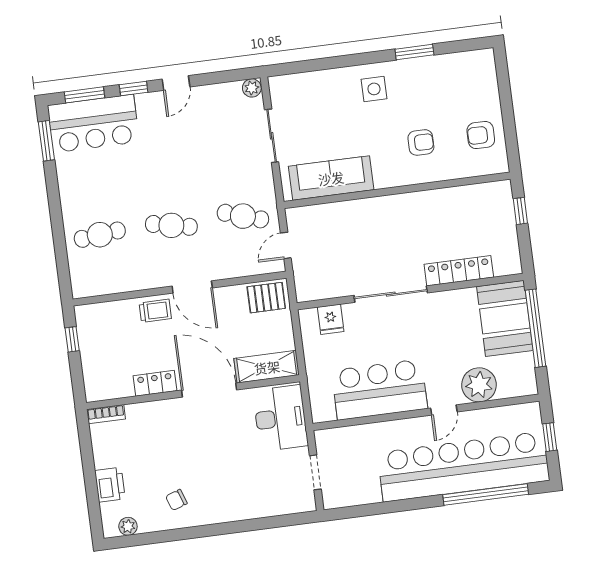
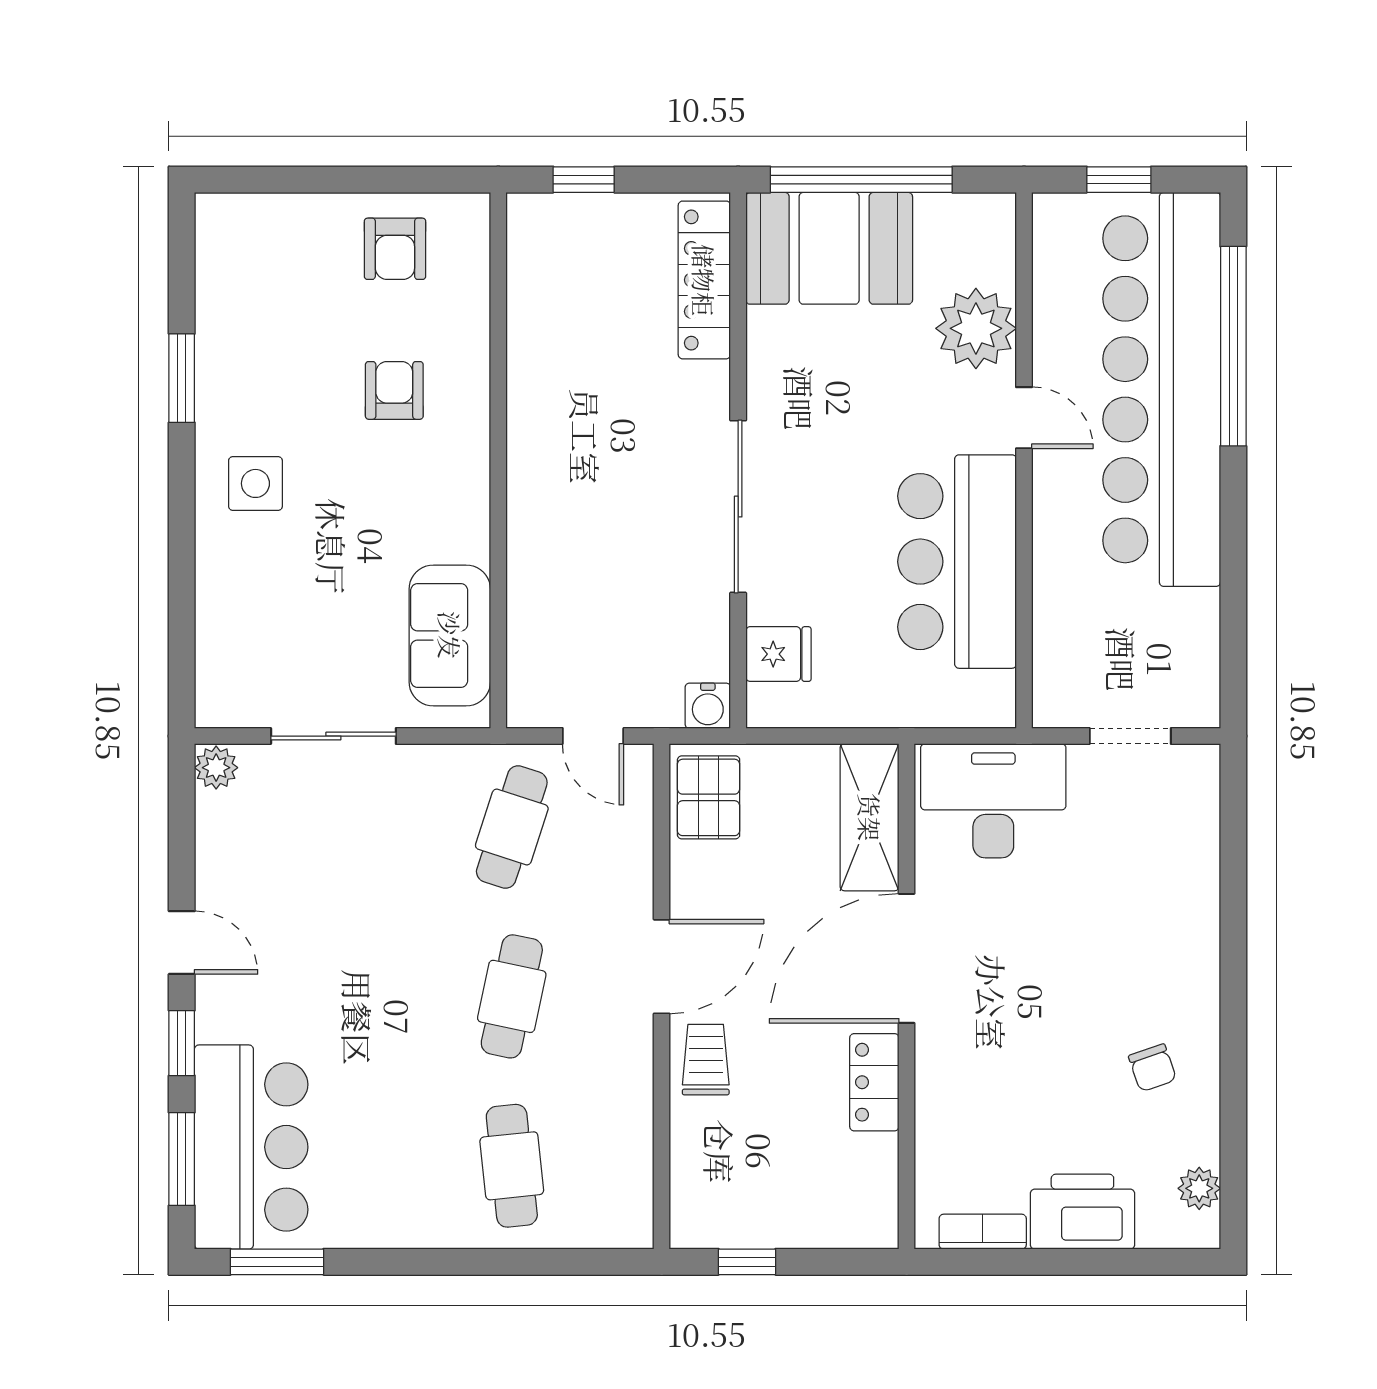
sofa: (331, 178) -> (450, 635), width x0.73
locker: (459, 271) -> (704, 280), moved
water cooler: (305, 292) -> (708, 706), added
bookcase: (106, 414) -> (983, 1232), moved, turned -90
printer: (110, 485) -> (1082, 1212), width x1.37, depth x1.19

